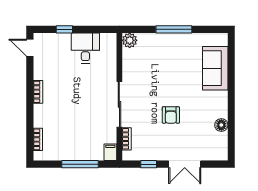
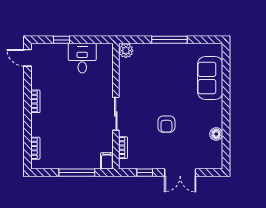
sliding door: (119, 104) -> (116, 114), width x0.73

